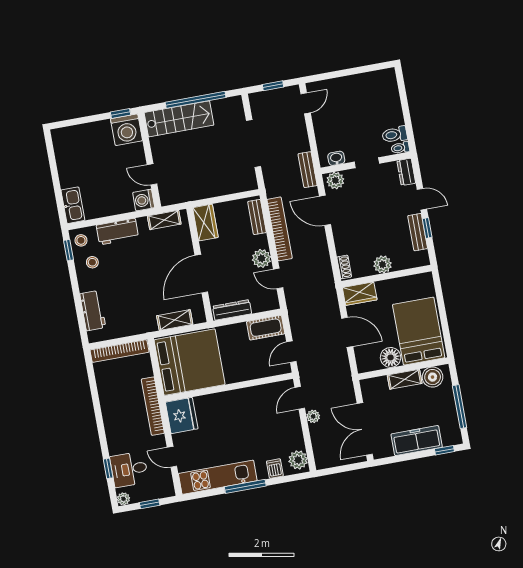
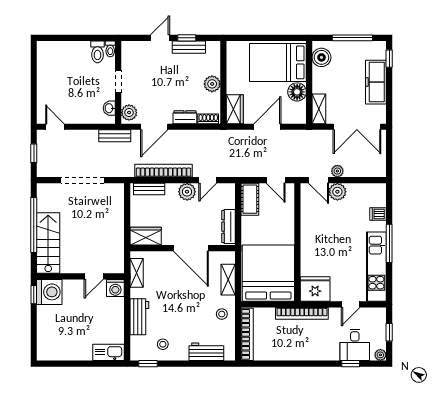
dresser: (406, 172) -> (185, 117), moved, turned 180
stool: (81, 240) -> (222, 314), moved
shelving: (405, 379) -> (319, 109), moved
plant: (298, 460) -> (337, 192), moved

